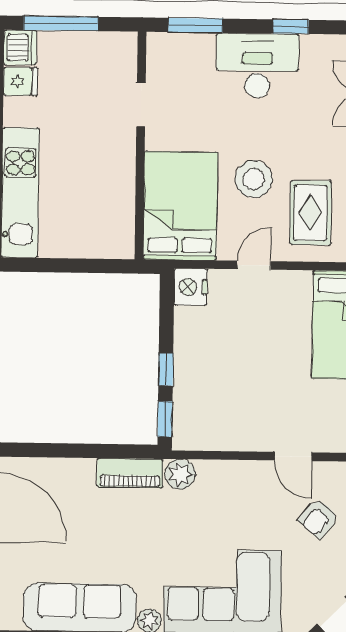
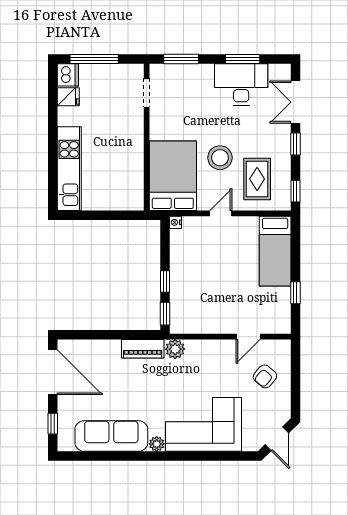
window: (291, 27) -> (243, 59), width x1.50
desk: (257, 66) -> (241, 84), moved
doorway: (141, 105) -> (147, 93), moved
nightstand: (191, 287) -> (175, 222), width x0.53, depth x0.56
door: (293, 456) -> (248, 337), hinge flipped

